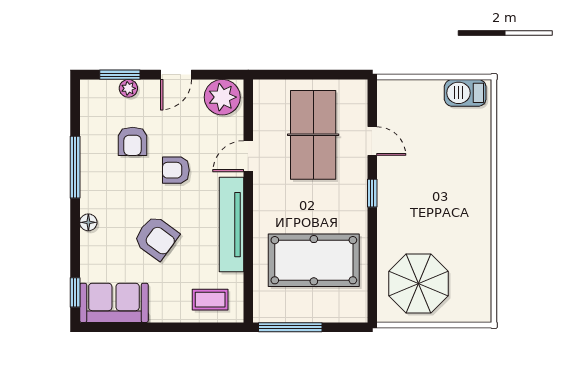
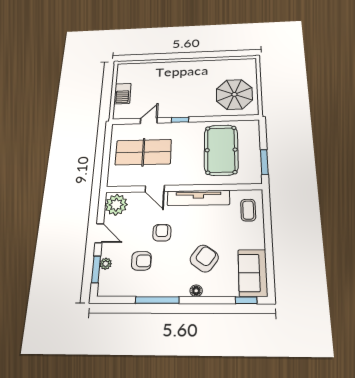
barbecue: (465, 93) -> (122, 94), moved
armchair: (176, 170) -> (162, 233), turned 180
armchair: (156, 238) -> (204, 258), moved
window: (290, 327) -> (264, 162), width x0.69

